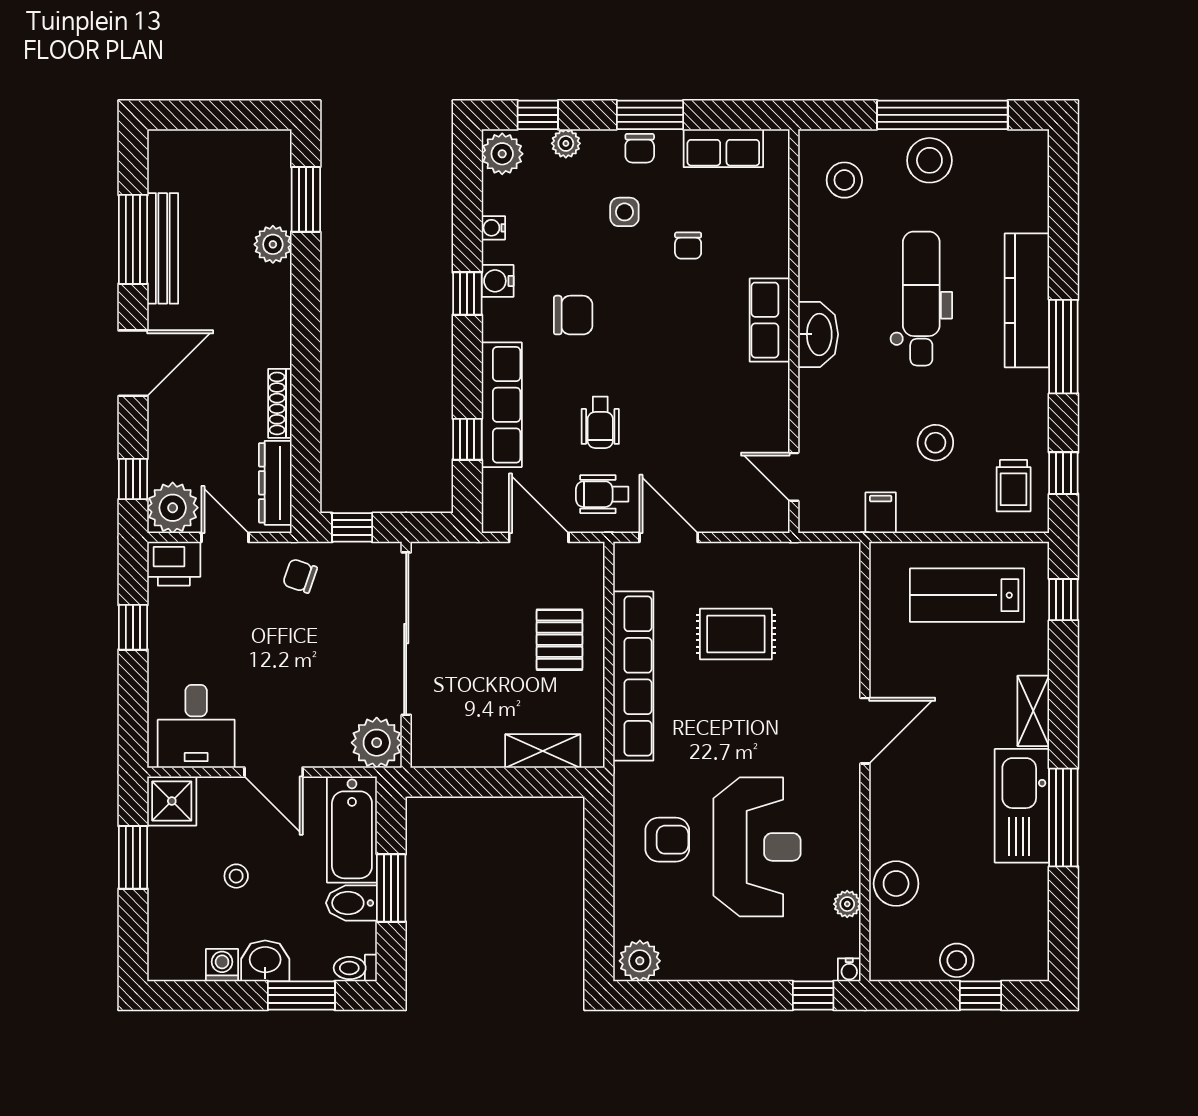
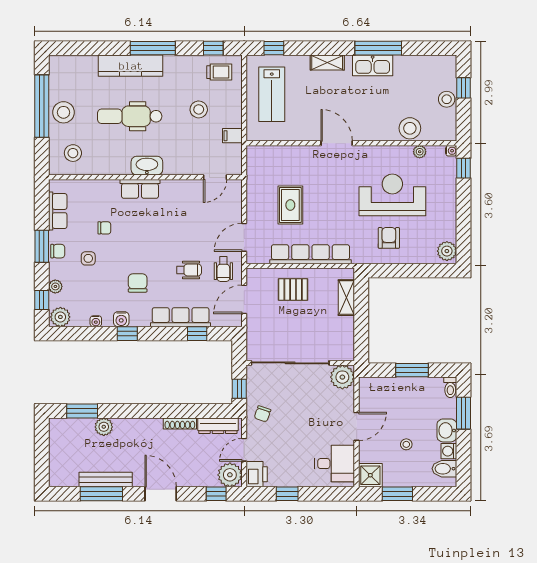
kitchen sink: (1022, 806) -> (373, 65), width x0.73, depth x0.81
bathtub: (352, 829) -> (384, 389), removed
bidet: (351, 903) -> (444, 469), moved, turned 90

